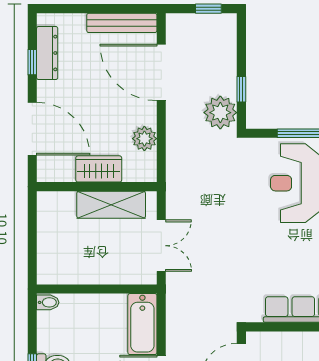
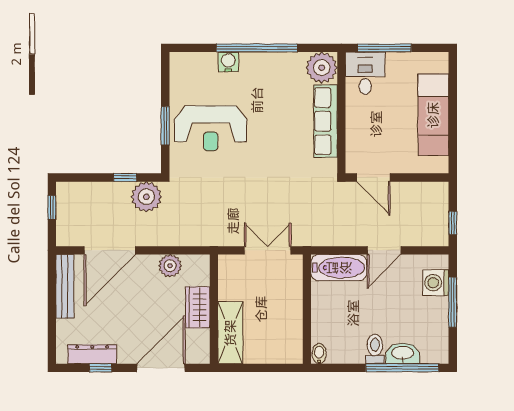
shelving: (111, 205) -> (230, 333), moved

